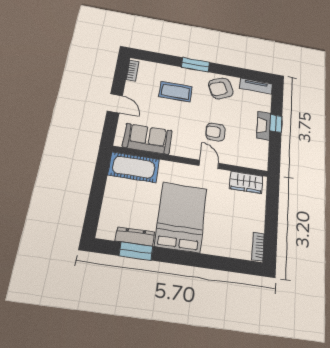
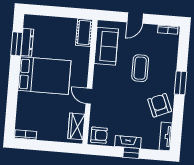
coffee table: (176, 92) -> (140, 68), moved
armchair: (215, 132) -> (99, 135), moved, turned 90
door: (209, 164) -> (89, 96), swing flipped
cot: (134, 167) -> (84, 33), width x0.73, depth x0.75

